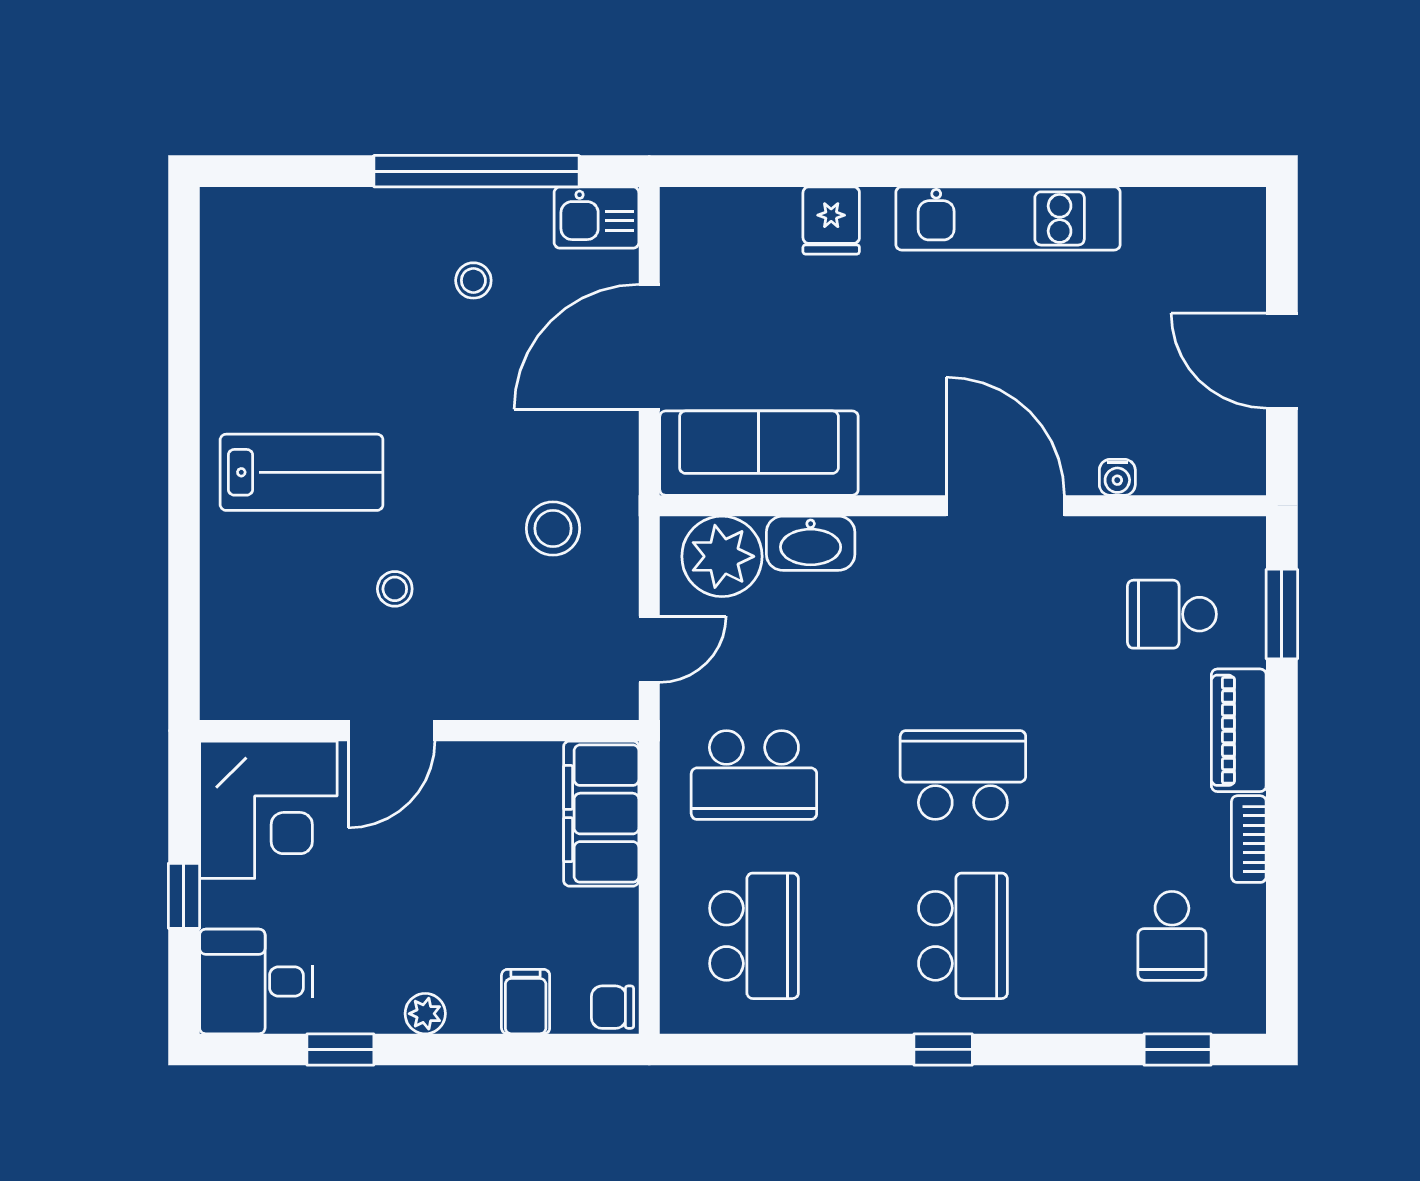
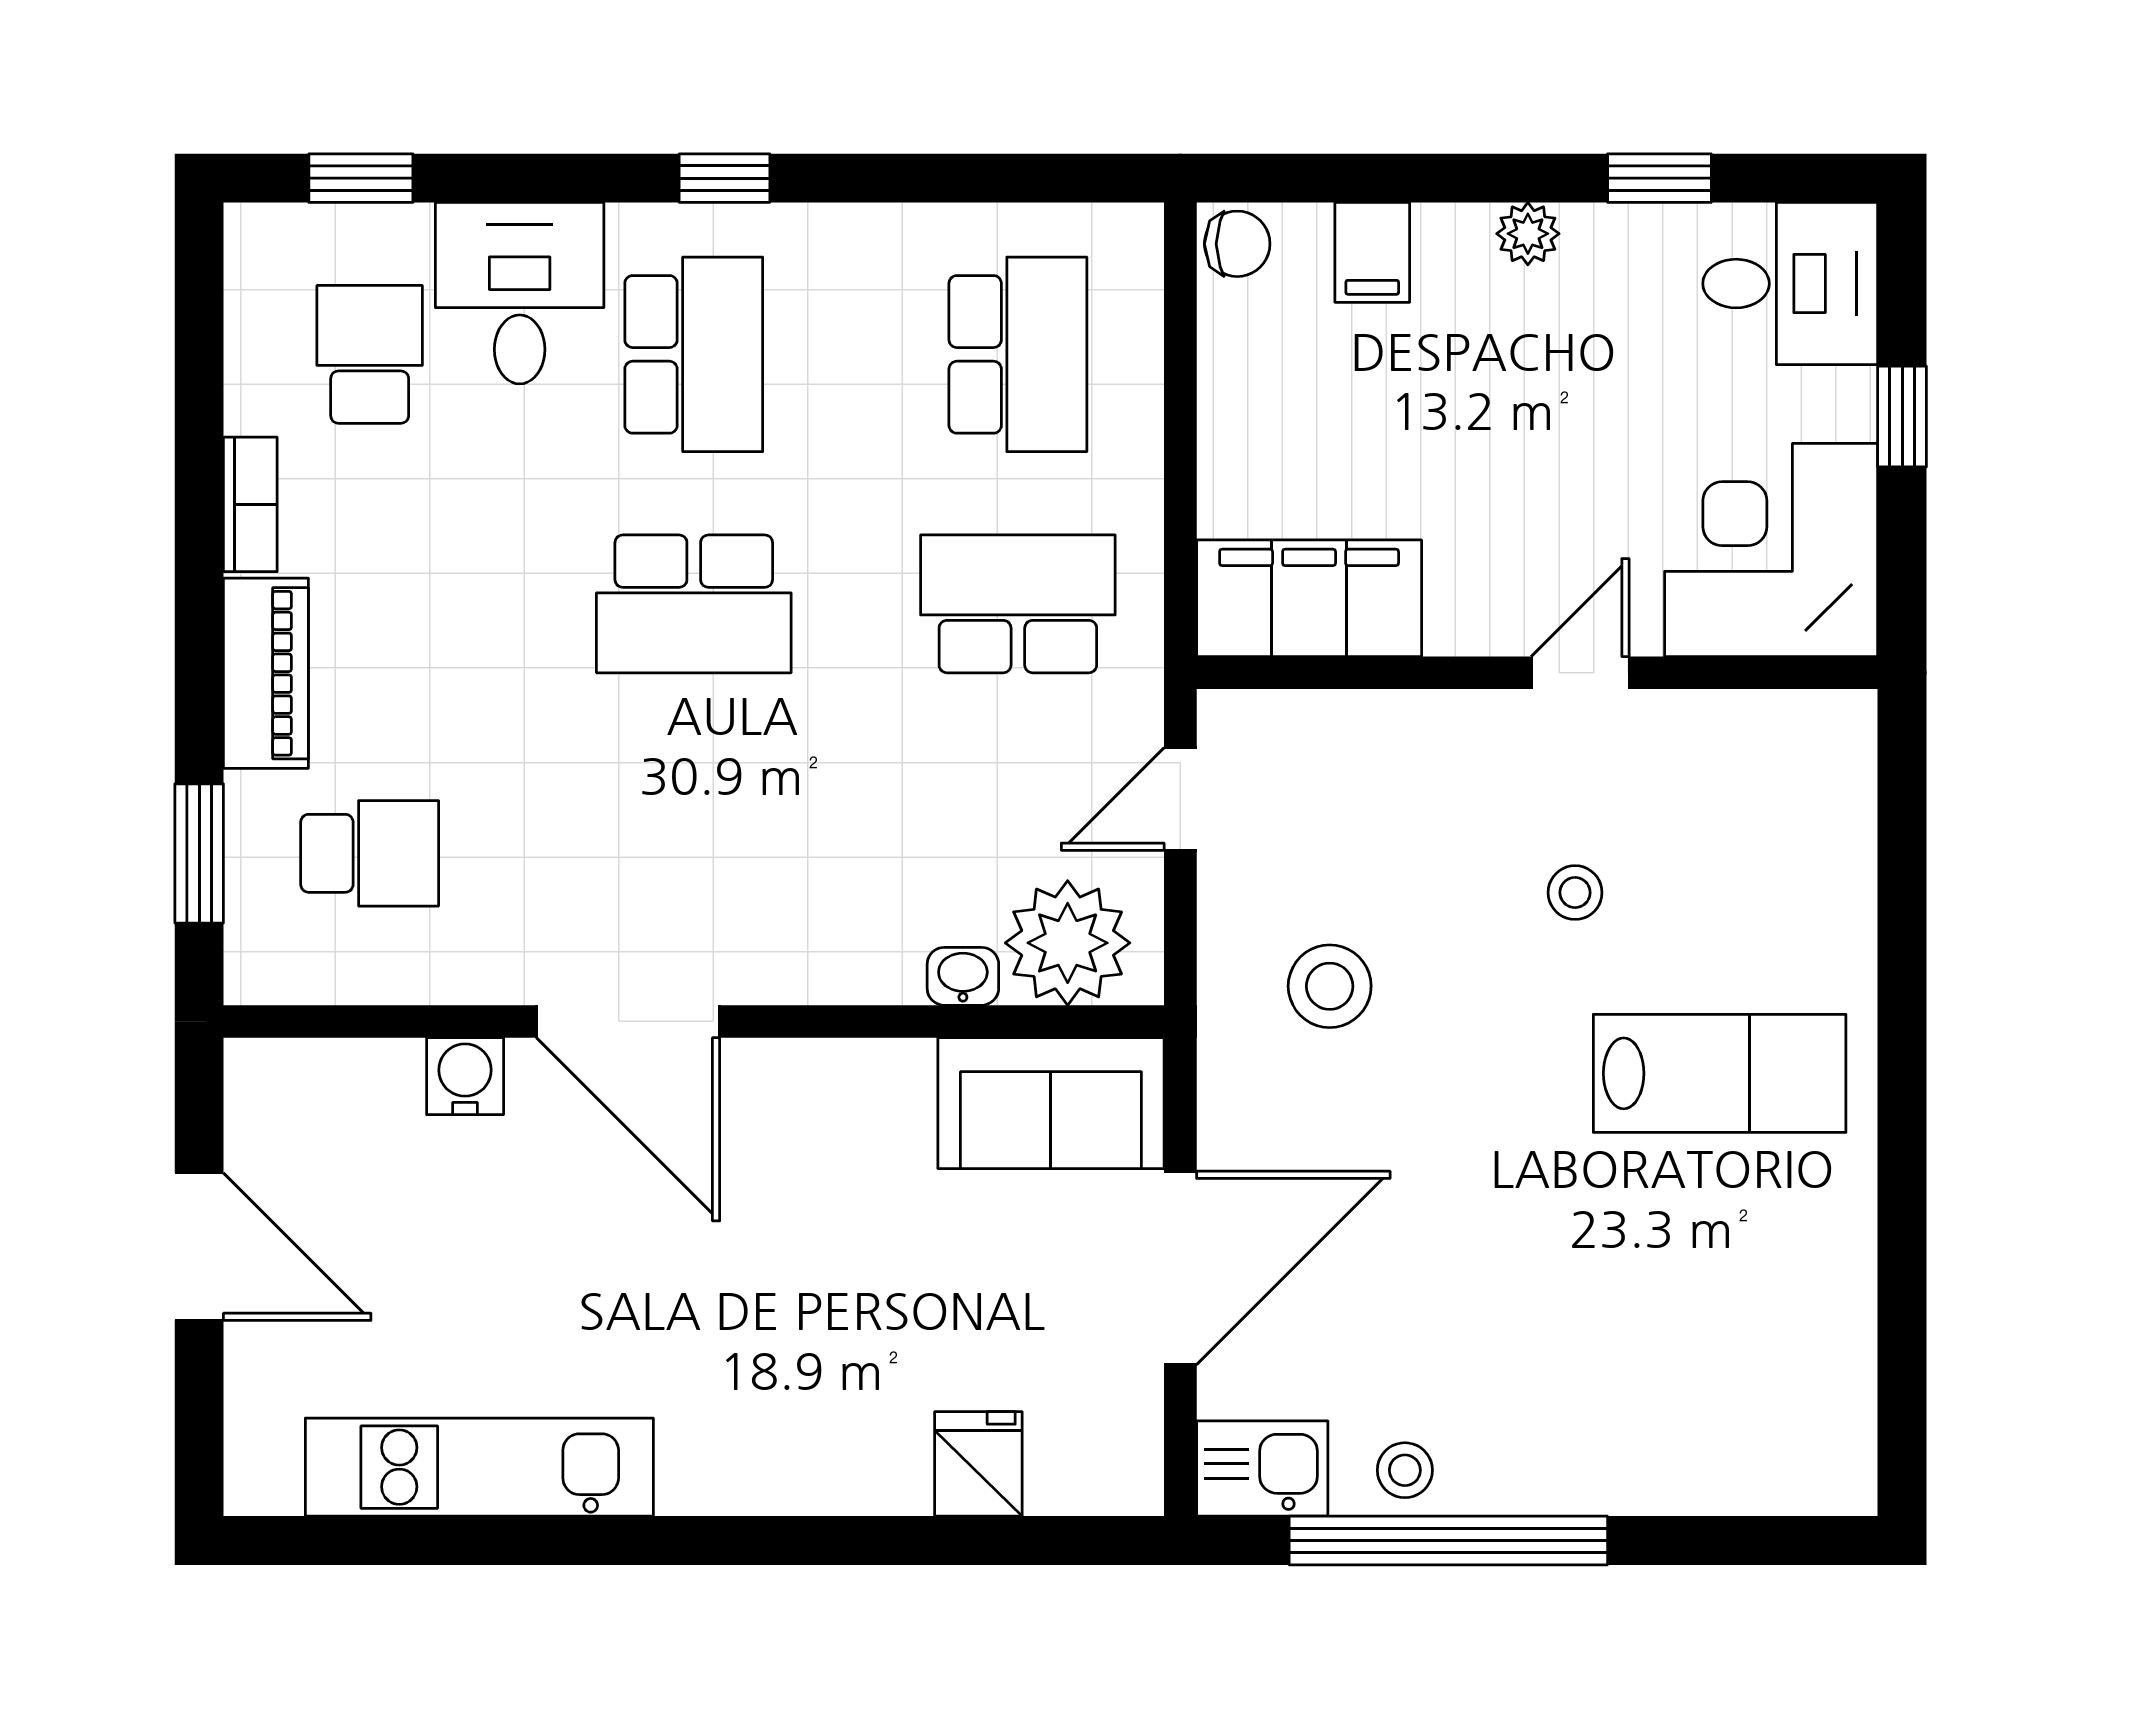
kitchen unit: (1008, 218) -> (479, 1467), moved
fridge: (831, 221) -> (978, 1464), moved
stool: (473, 280) -> (1405, 1470), moved
sofa: (759, 453) -> (1051, 1103), width x0.73
lab bench: (302, 472) -> (1720, 1073), turned 180
water cooler: (1117, 477) -> (465, 1076), width x1.38, depth x1.38
washbasin: (811, 543) -> (963, 976), width x0.52, depth x0.69
door: (392, 731) -> (1580, 673), width x0.73
filing cabinet: (601, 814) -> (1309, 598), moved, turned -90
school desk: (754, 936) -> (1018, 354), turned 180
school desk: (963, 936) -> (694, 354), turned 180
desk: (1075, 975) -> (520, 293), added

